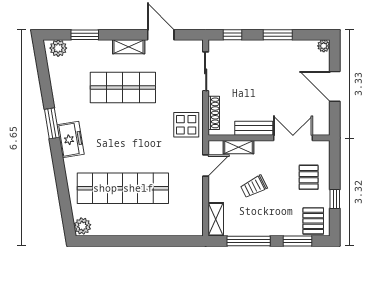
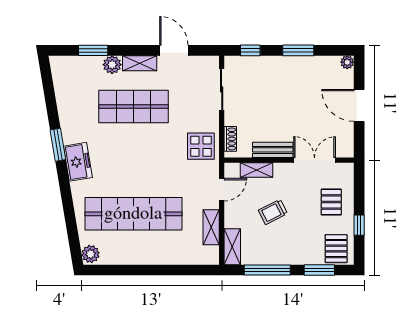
plant: (58, 48) -> (112, 65), moved
shoe rack: (214, 113) -> (230, 139), width x0.70
shelving: (196, 201) -> (211, 227), added

